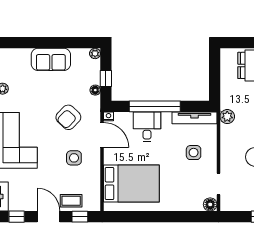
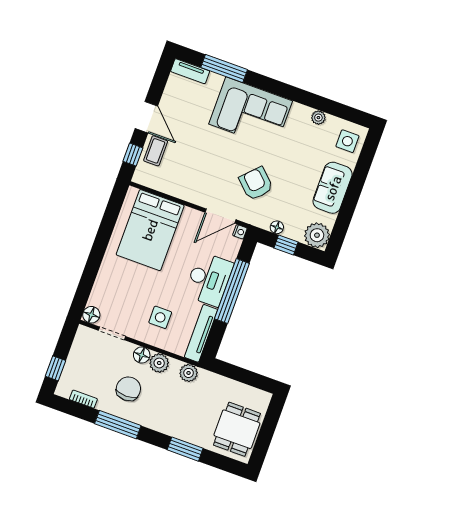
plant: (95, 53) -> (317, 235), width x1.88, depth x1.88
desk: (147, 127) -> (209, 279), width x1.37
plant: (228, 141) -> (159, 363), added
floor lamp: (227, 156) -> (142, 355), added
side table: (74, 158) -> (347, 141), moved
window: (17, 217) -> (160, 79), removed
door: (49, 217) -> (146, 117), hinge flipped

